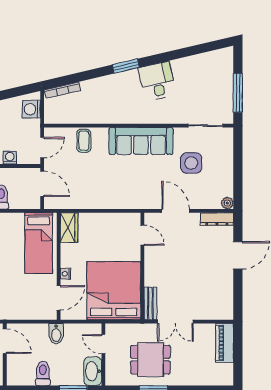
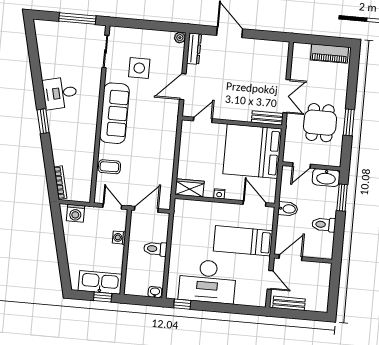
bed: (39, 243) -> (243, 241), moved, turned 180
nightstand: (66, 274) -> (219, 194), moved
piano: (225, 343) -> (330, 54), moved

